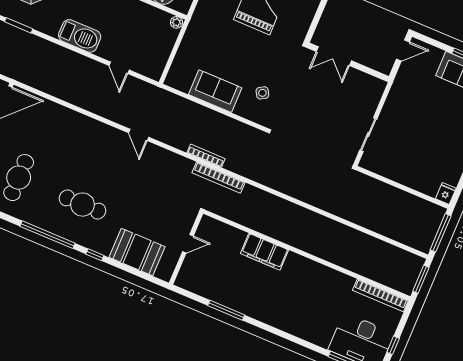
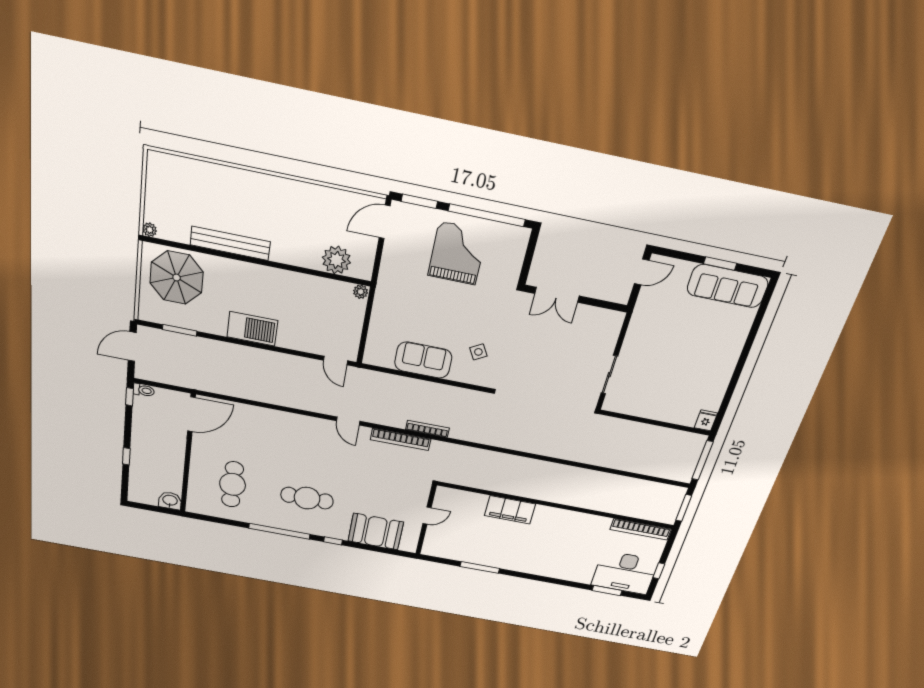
door: (119, 68) -> (335, 361), moved
bookcase: (219, 178) -> (401, 439), moved

